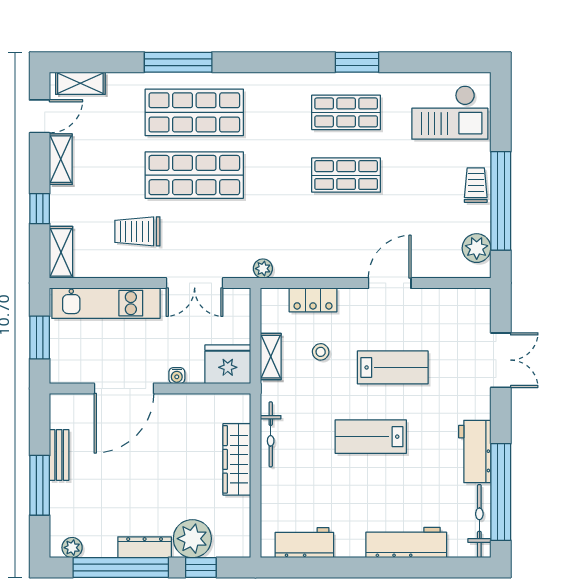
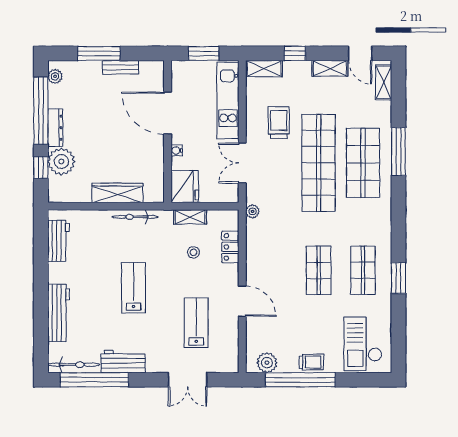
shop shelf: (194, 175) -> (319, 163), width x1.40
lab bench: (393, 367) -> (196, 323), moved, turned 180

